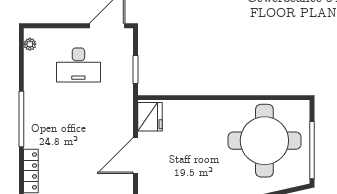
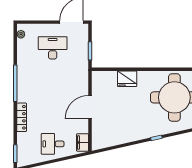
desk: (78, 65) -> (53, 48), turned 180
fridge: (150, 117) -> (127, 79), moved, turned 90

